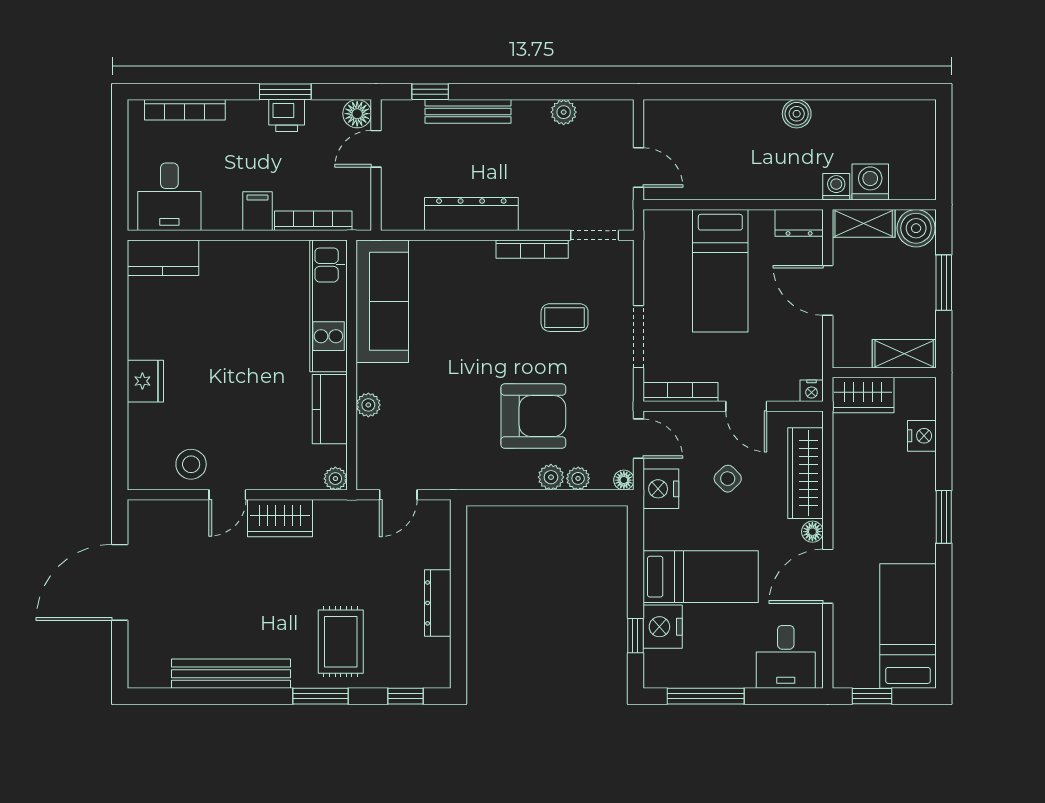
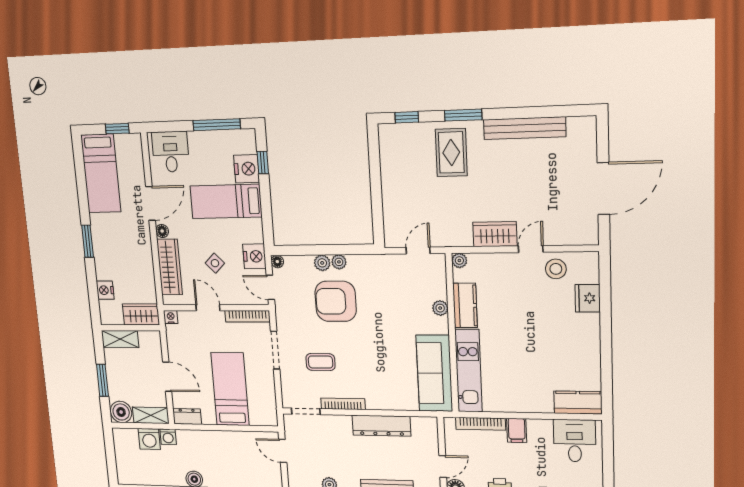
fridge: (145, 381) -> (588, 298), moved
plant: (578, 478) -> (339, 262), moved
dresser: (438, 603) -> (389, 180), removed

